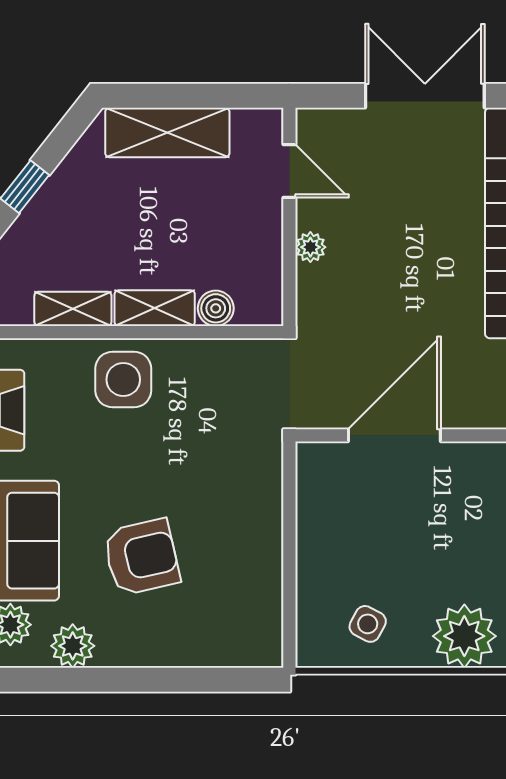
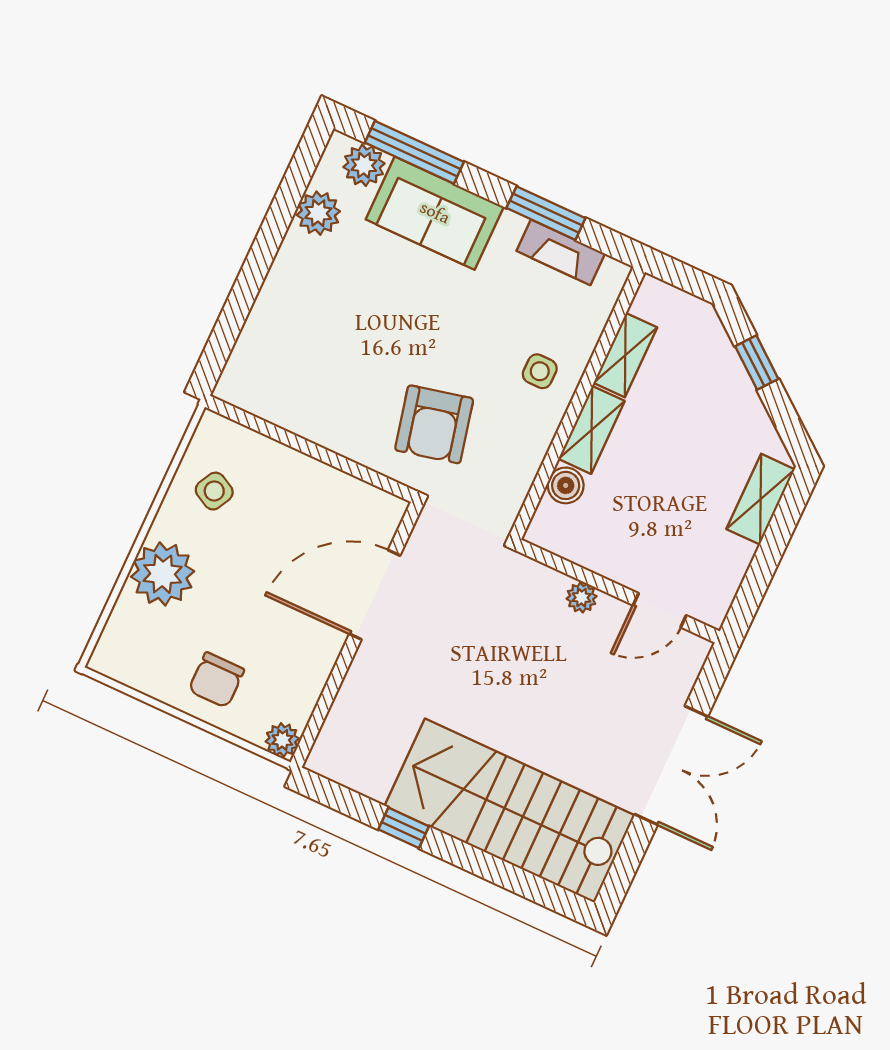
shelving: (167, 132) -> (761, 499), width x0.67, depth x0.75
side table: (123, 380) -> (540, 371), width x0.54, depth x0.54
door: (394, 435) -> (375, 595), swing flipped
armchair: (142, 557) -> (434, 424), moved

